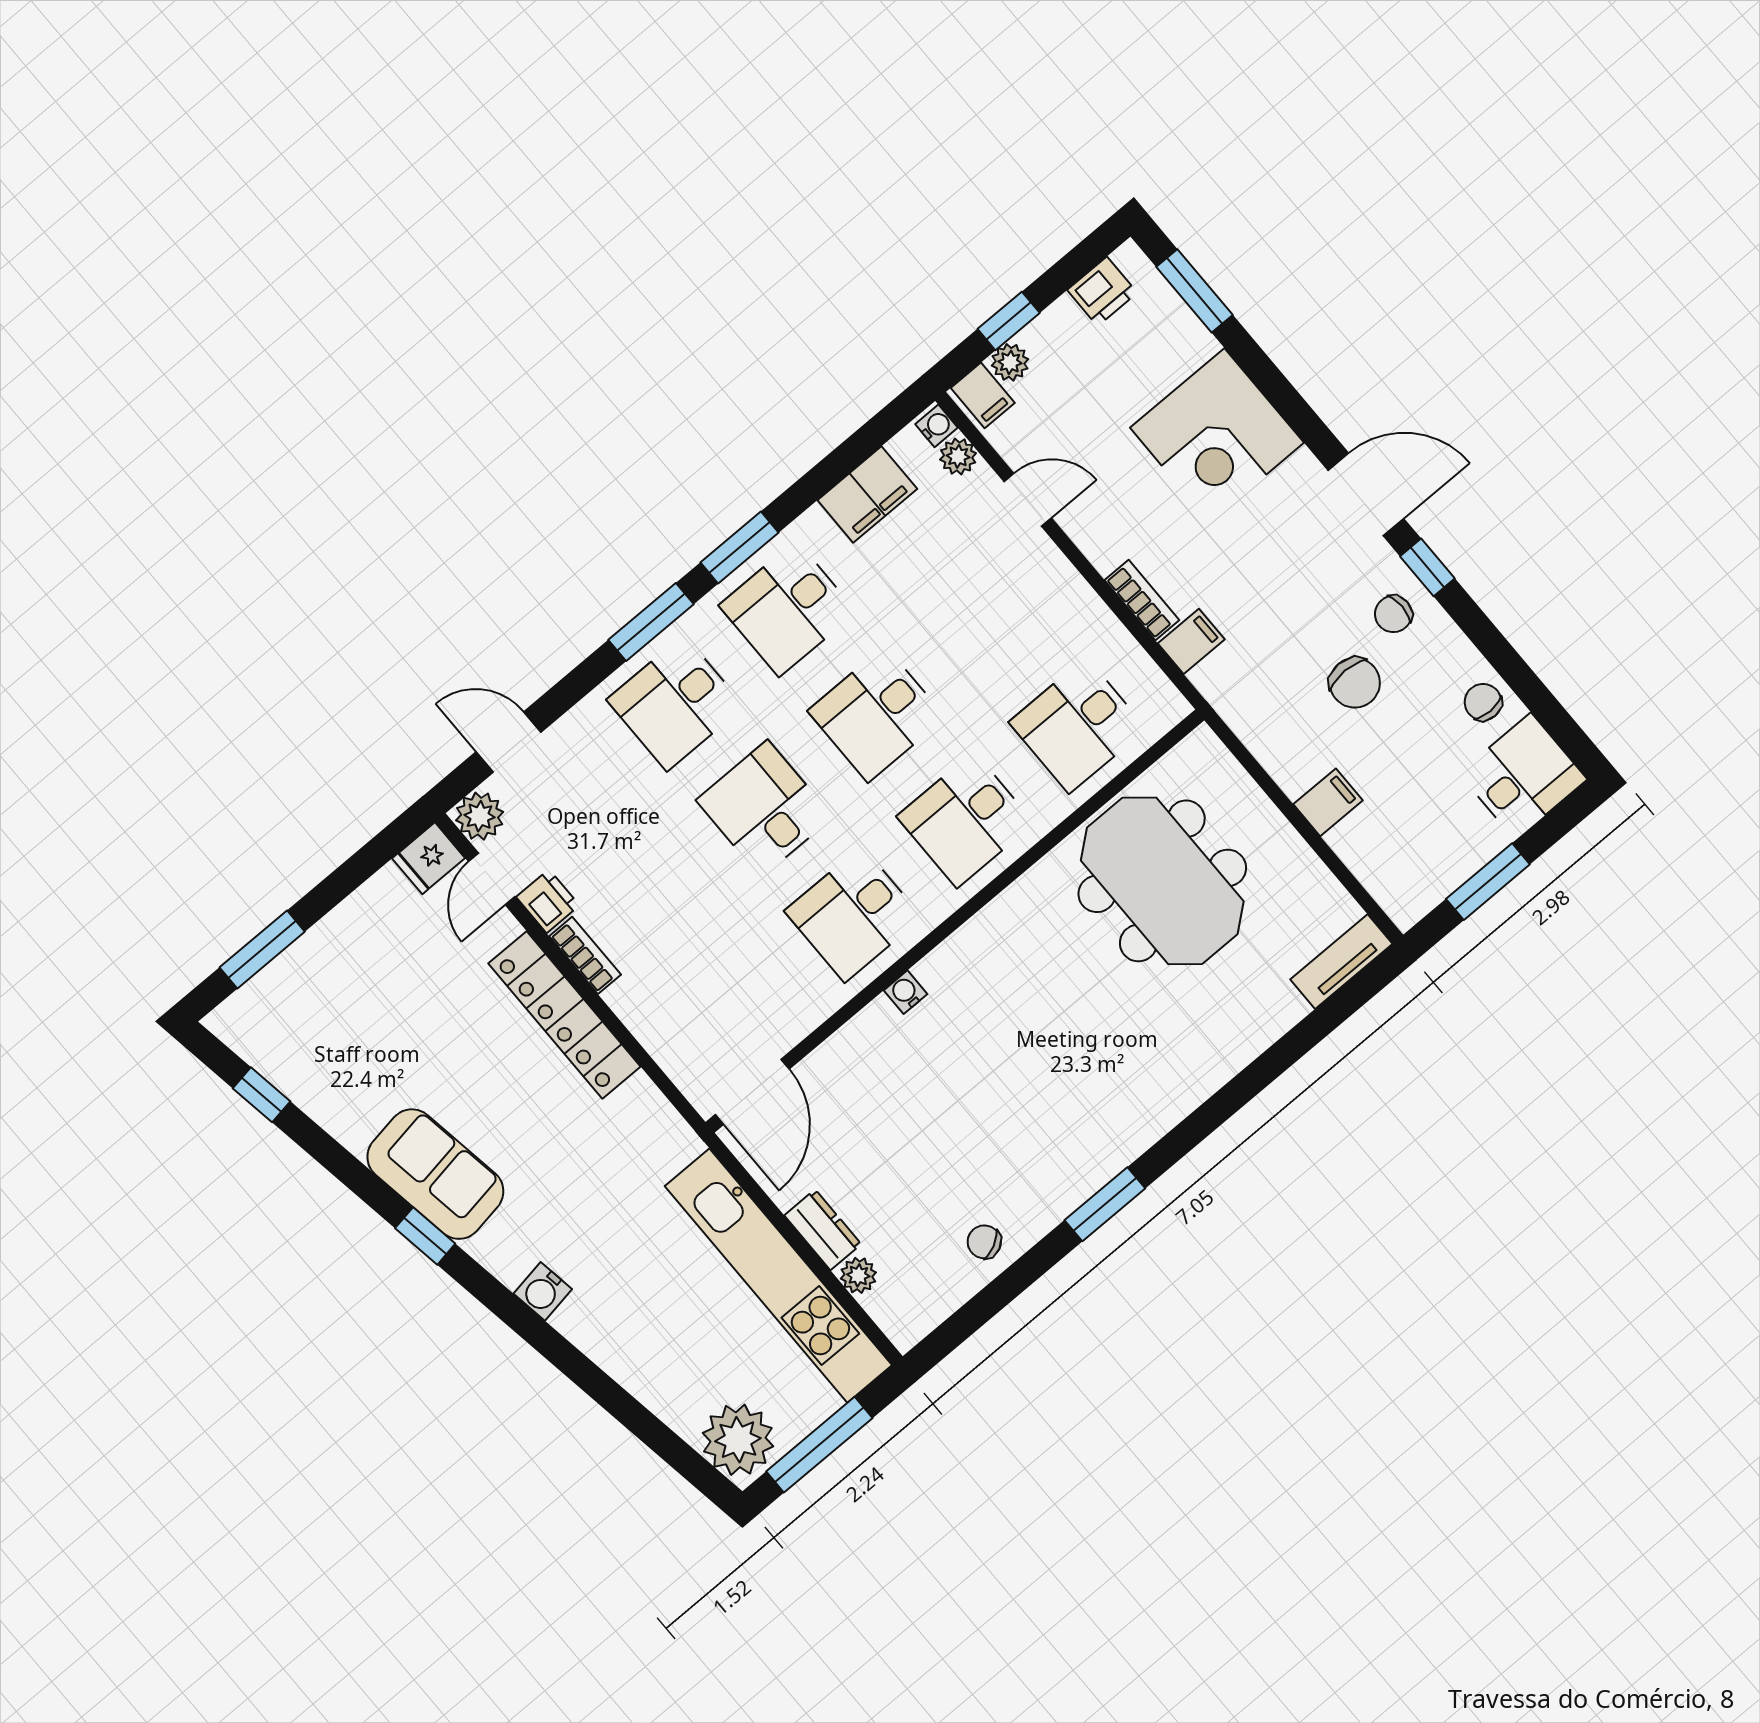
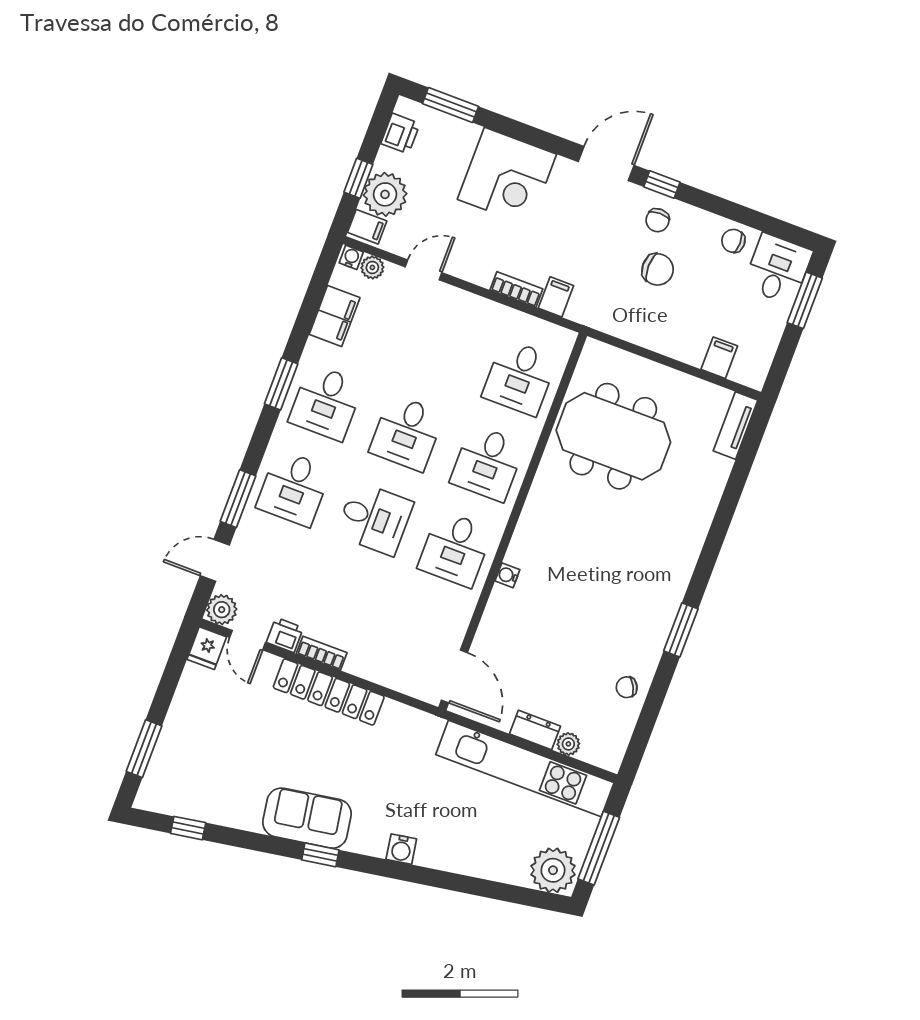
plant: (1010, 362) -> (385, 194), width x1.87, depth x1.87
window: (651, 622) -> (238, 499), moved
filing cabinet: (1328, 802) -> (719, 358), moved
desk: (764, 809) -> (374, 518), turned 180
window: (1488, 882) -> (805, 300), moved

